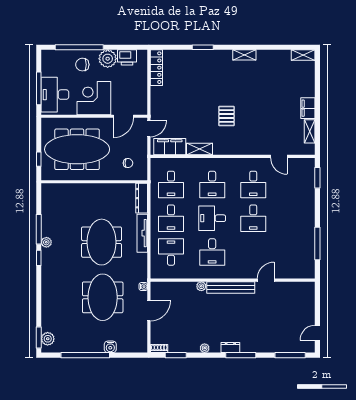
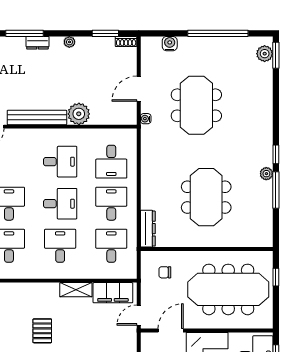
tv unit: (142, 233) -> (147, 185), removed
meeting table: (102, 242) -> (206, 197), moved
desk: (212, 252) -> (60, 162), turned 90
plant: (201, 286) -> (79, 114), width x1.88, depth x1.88
water cooler: (110, 347) -> (170, 44), moved

